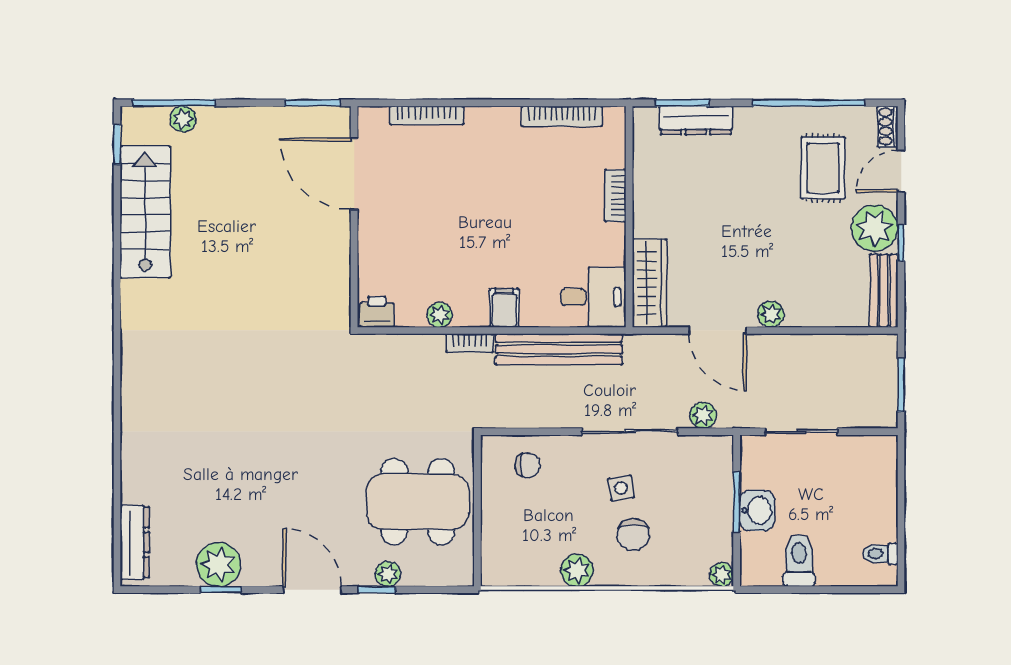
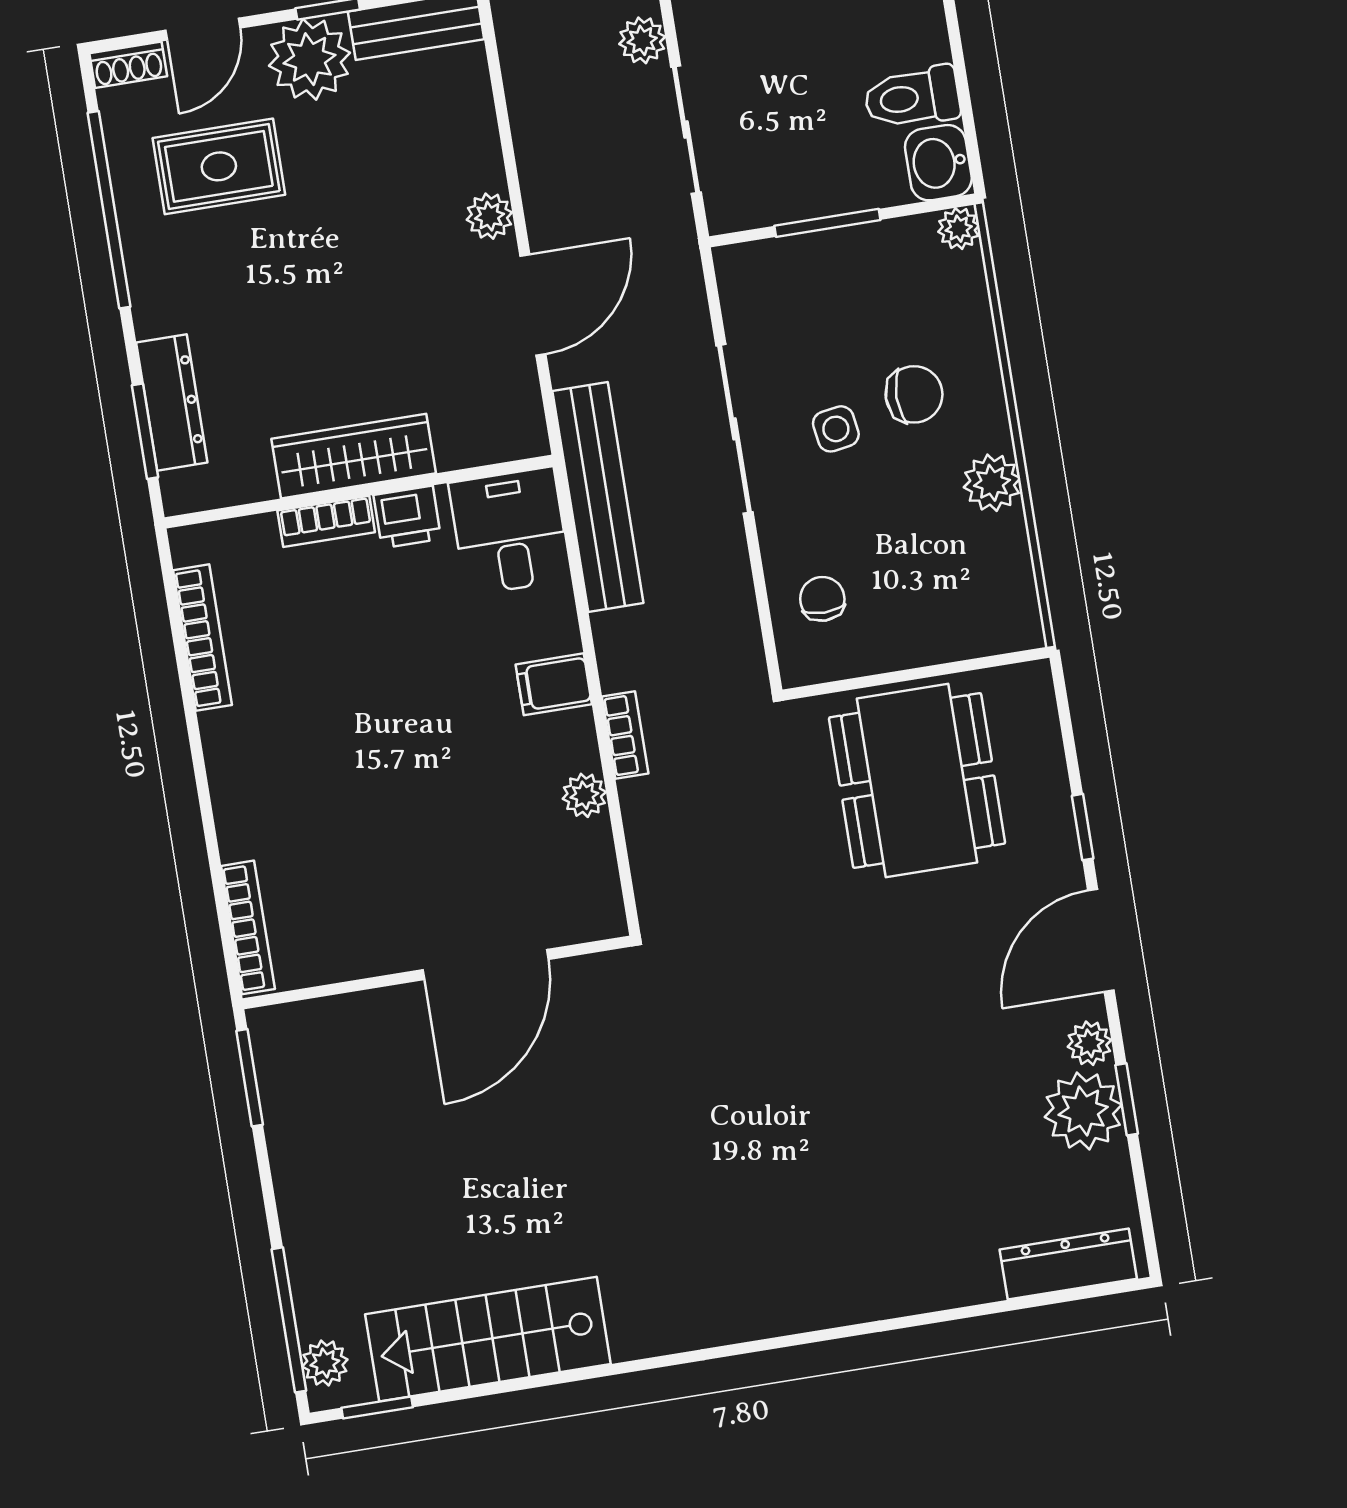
bookcase: (427, 115) -> (248, 927), moved
plant: (183, 119) -> (325, 1363), moved
door: (901, 171) -> (203, 29), hinge flipped
door: (354, 174) -> (486, 965), moved
wardrobe: (649, 283) -> (354, 456), moved
printer: (377, 312) -> (407, 517), moved, turned -90
bench: (559, 349) -> (598, 497), moved
plant: (703, 415) -> (642, 40), moved
washbasin: (757, 510) -> (938, 163), moved, turned -90
plant: (388, 574) -> (1089, 1043), moved

